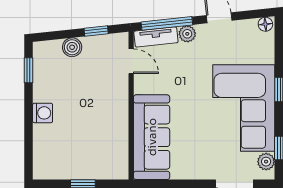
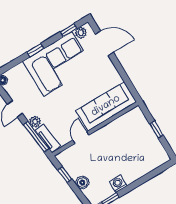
door: (131, 61) -> (81, 138), moved
washing machine: (43, 113) -> (118, 184), moved

